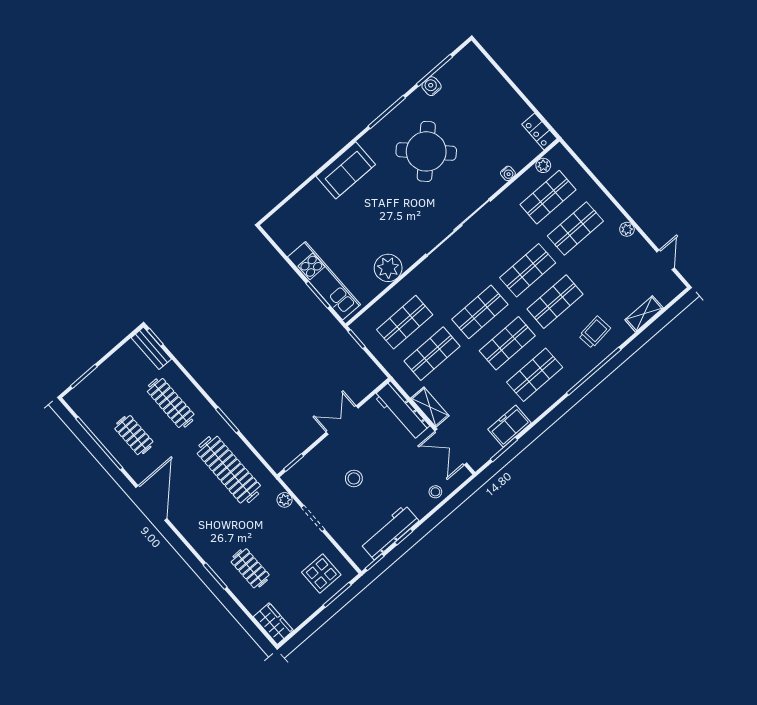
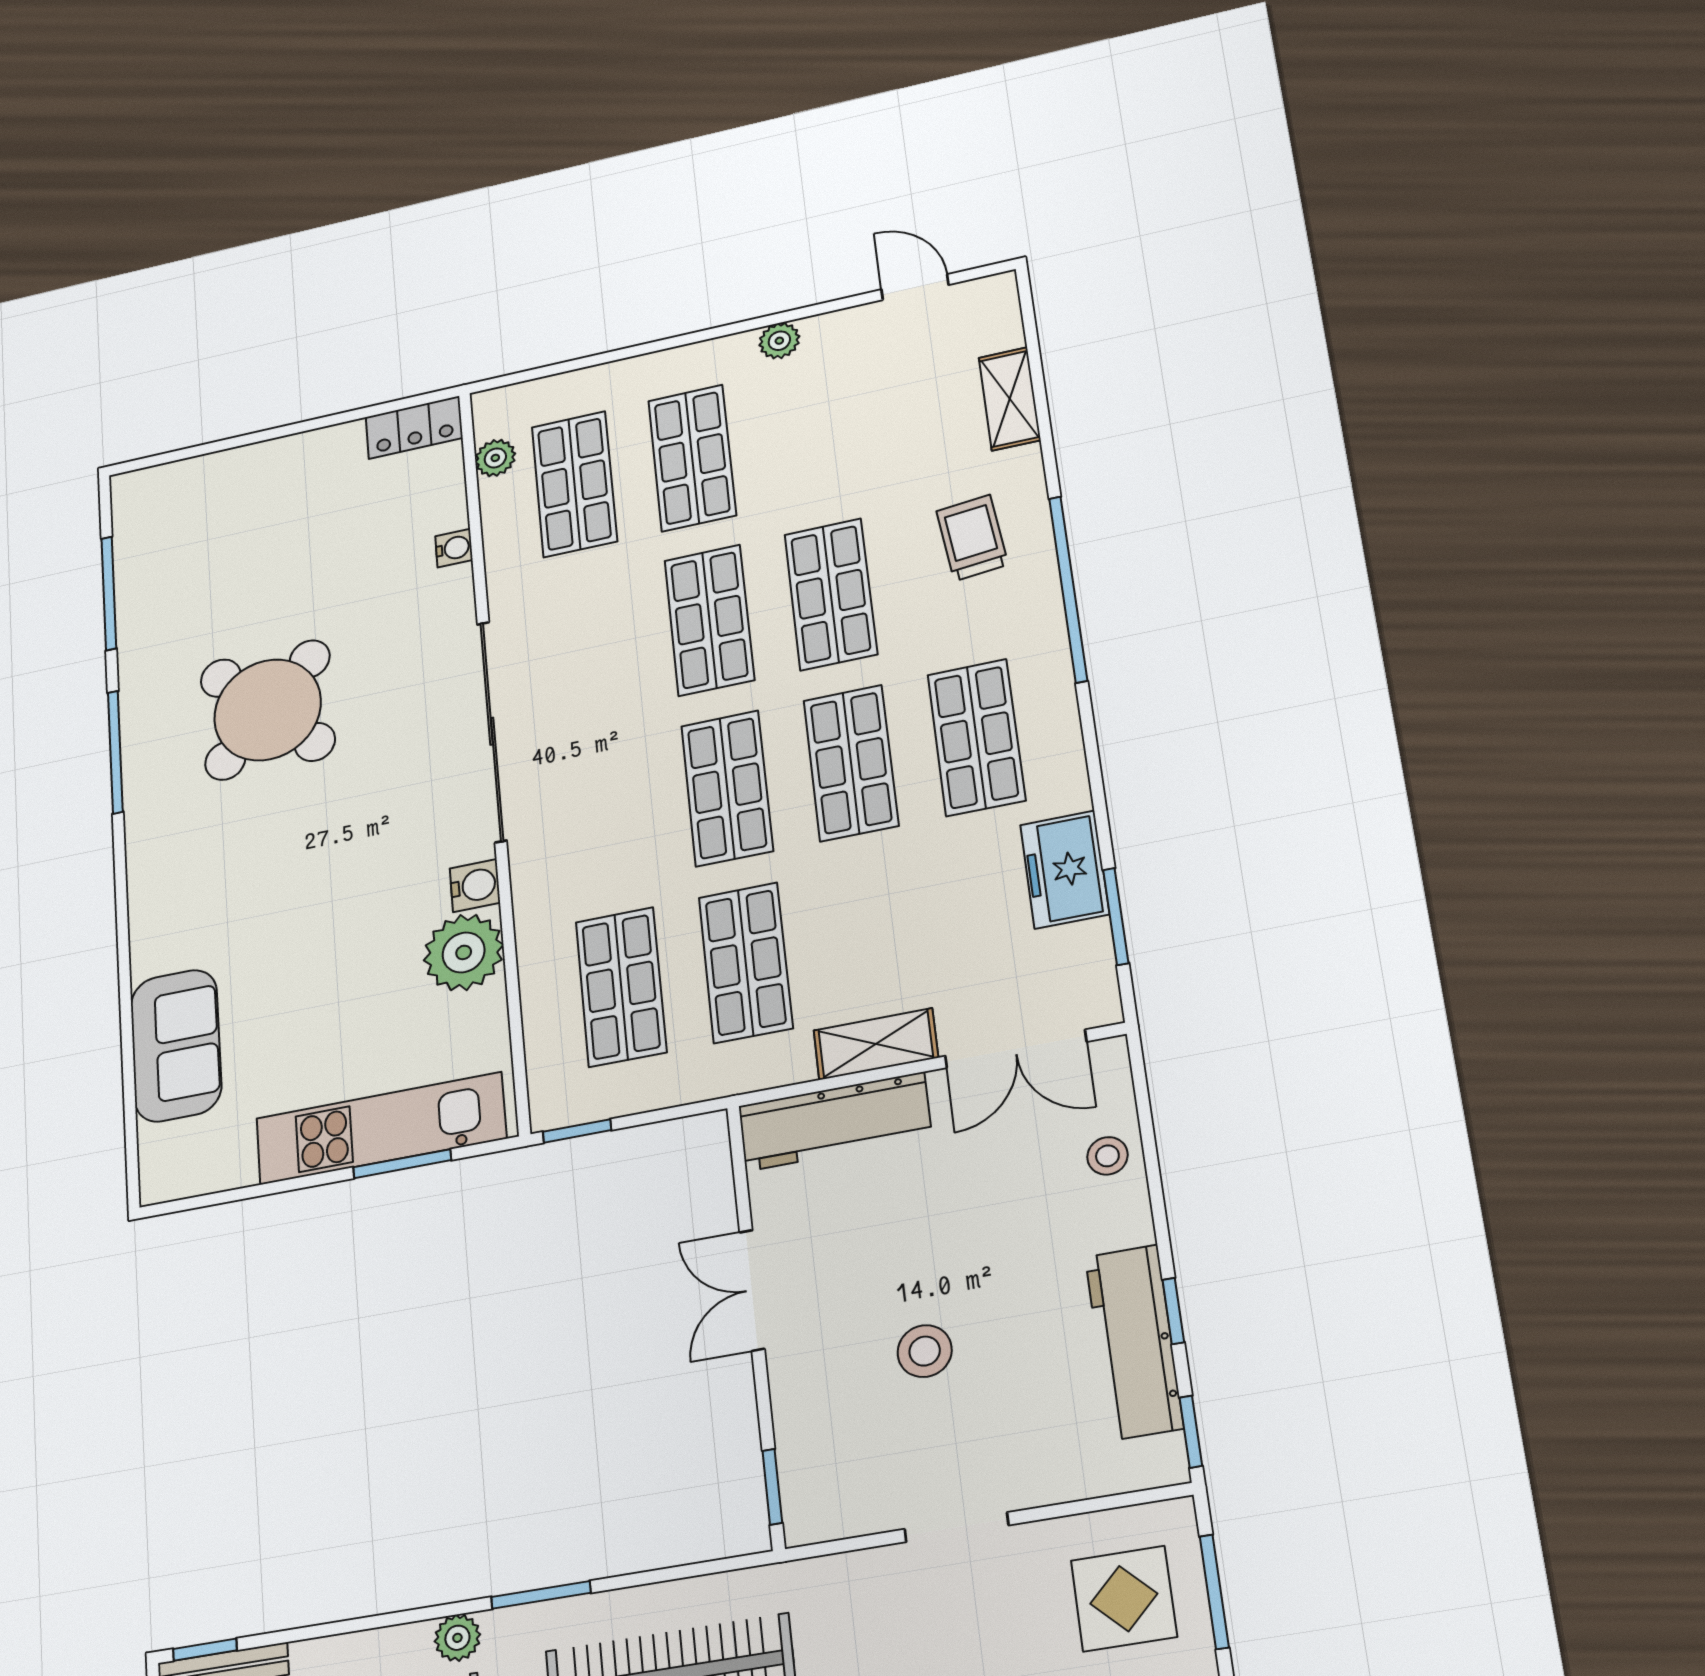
water cooler: (432, 86) -> (475, 885), moved, turned 180
sofa: (346, 170) -> (176, 1045), moved
plant: (285, 500) -> (457, 1638), moved

